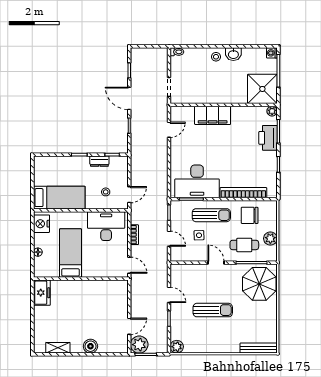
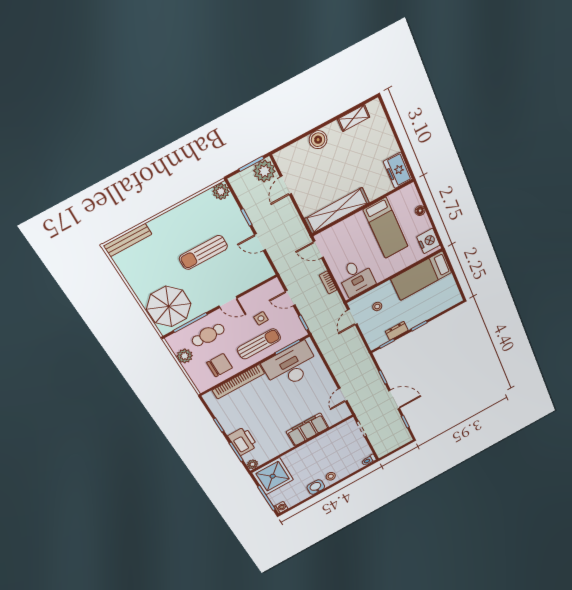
sun lounger: (211, 215) -> (259, 344), turned 180
desk: (106, 226) -> (356, 277), width x0.73
shelving: (101, 287) -> (337, 211), added

